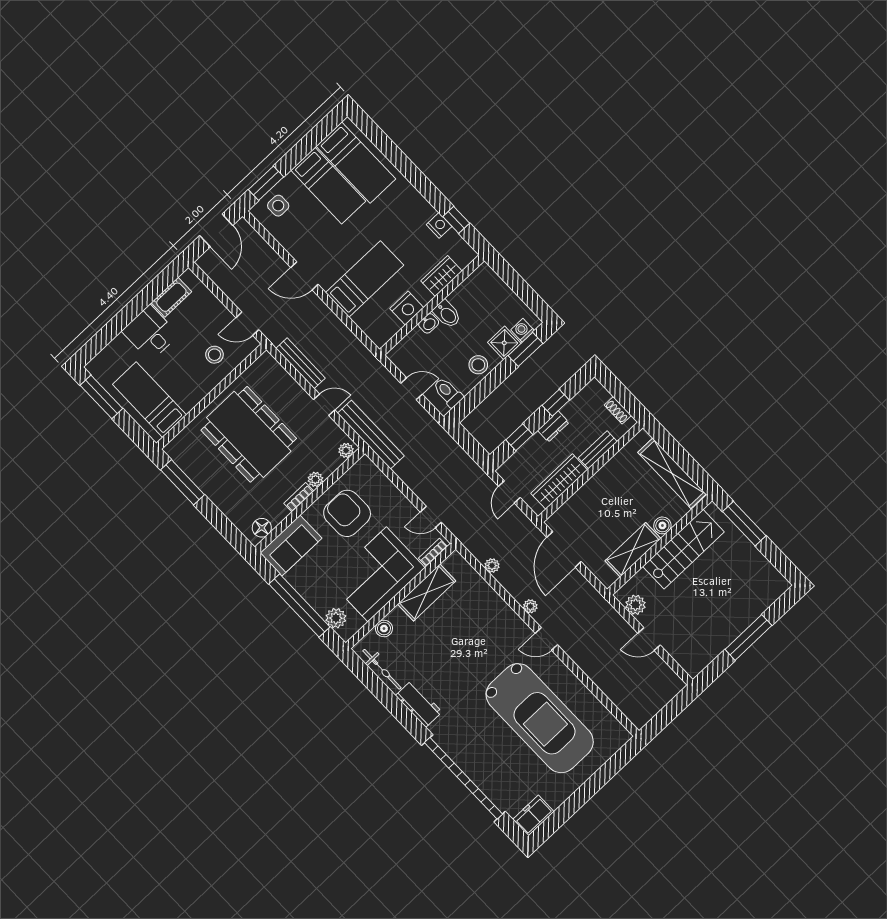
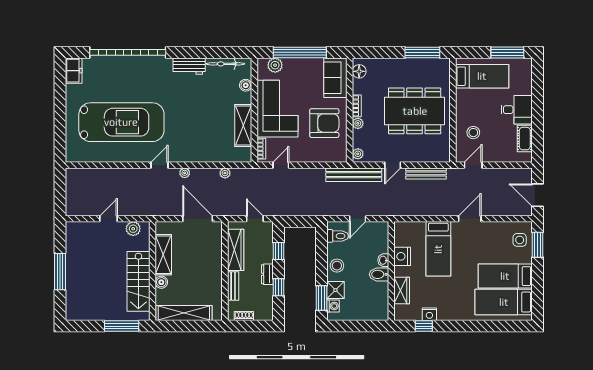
car: (540, 718) -> (121, 122), turned 180

